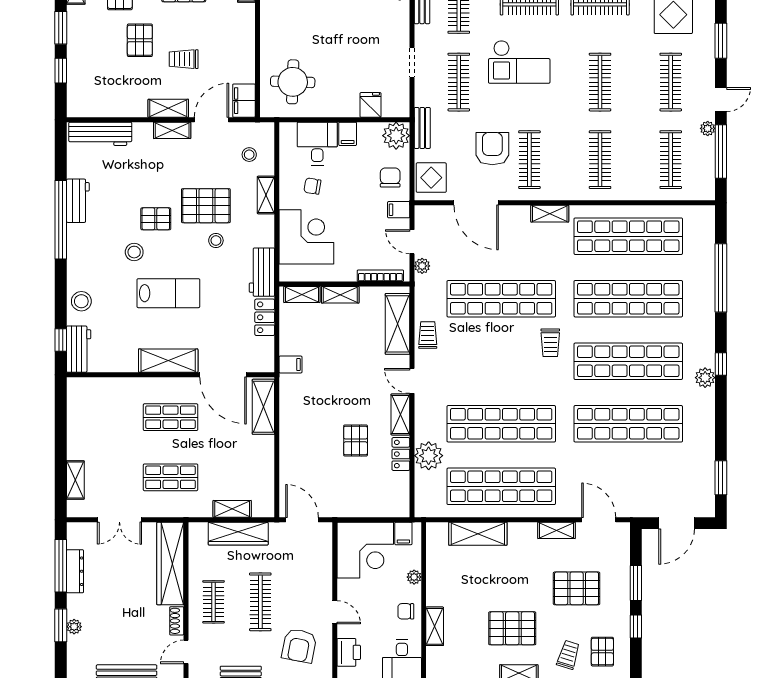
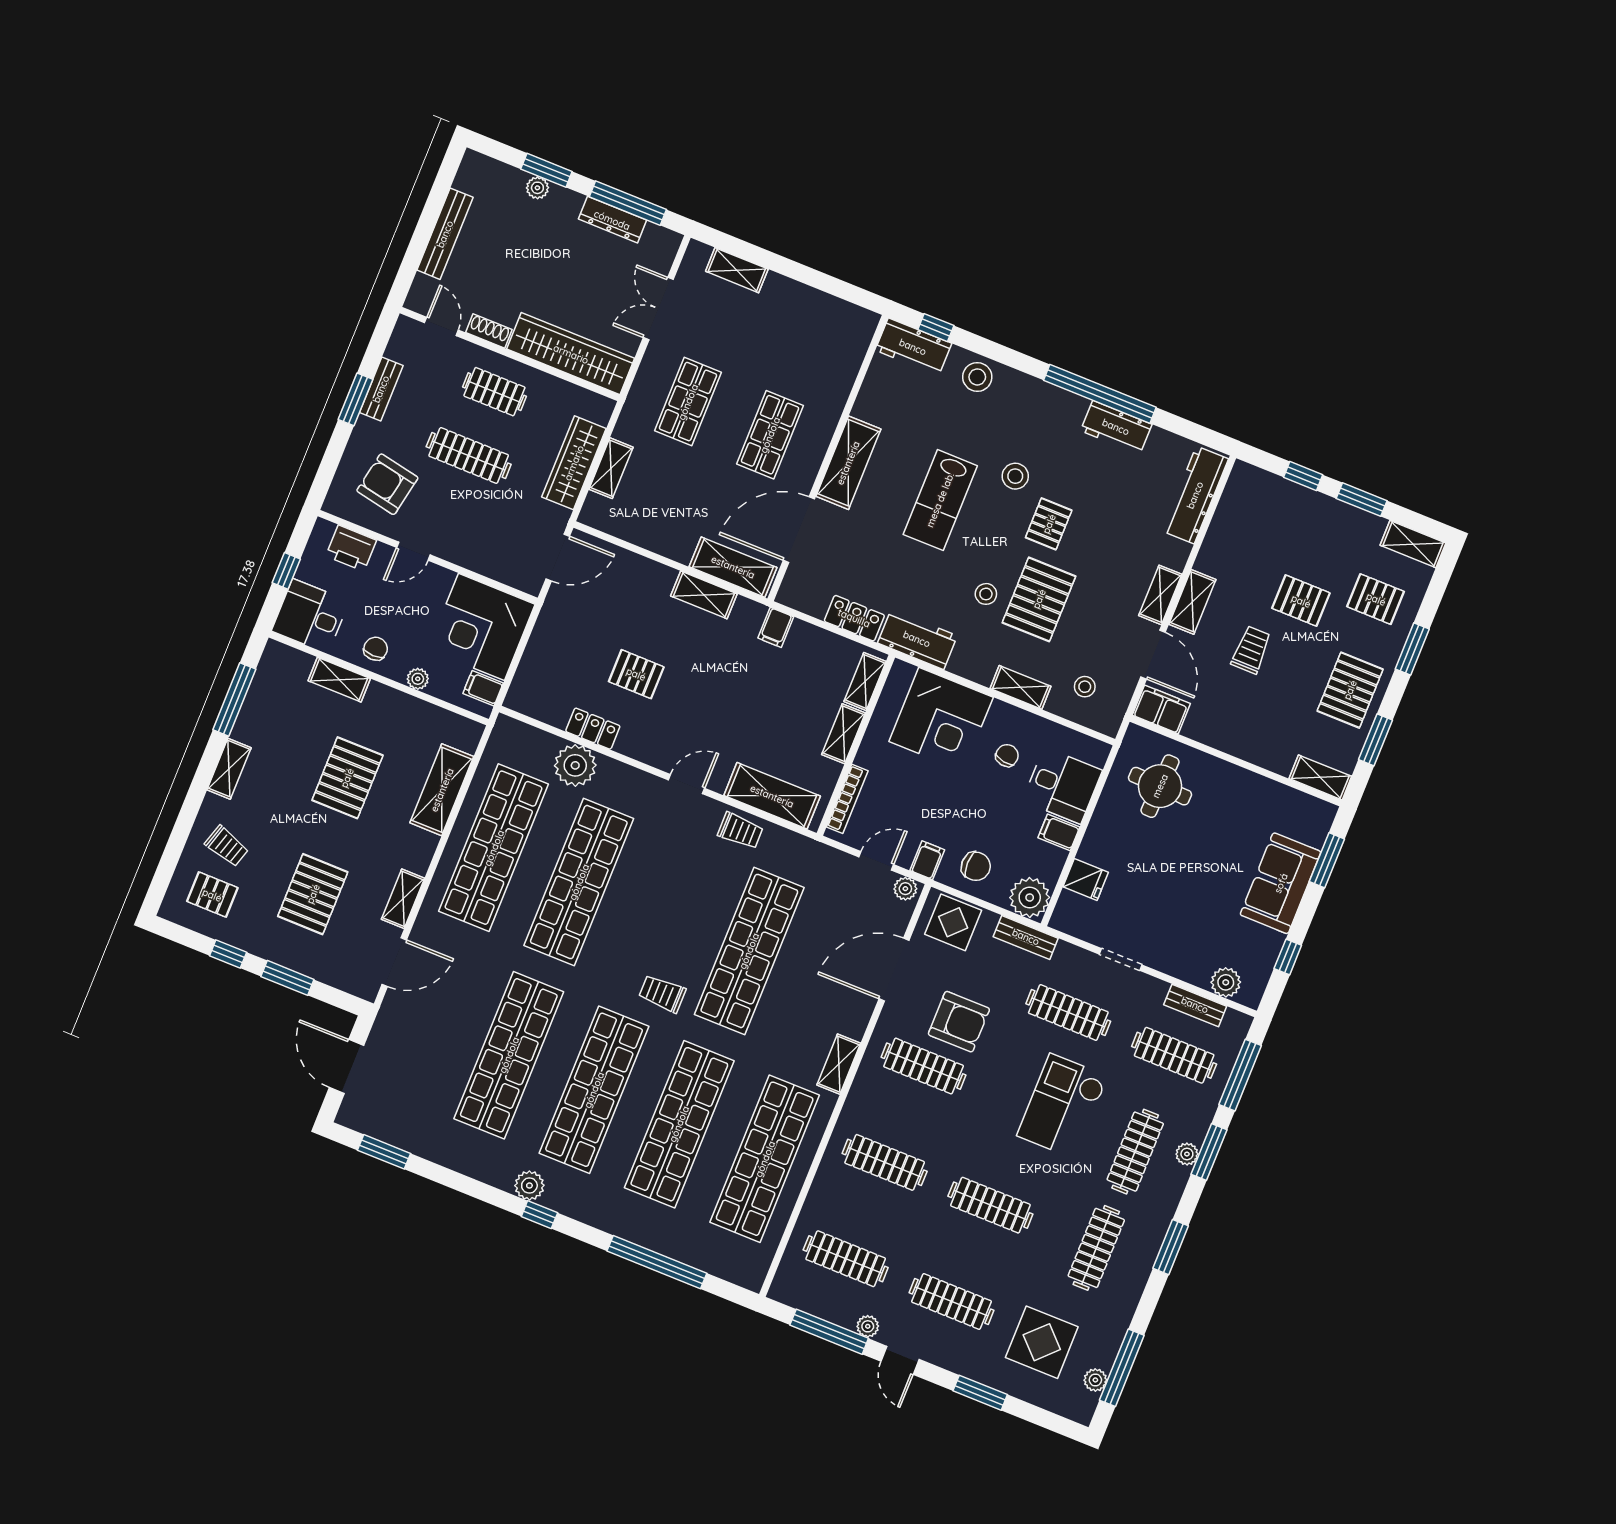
plant: (422, 266) -> (905, 889), moved
shelving: (400, 414) -> (704, 595), moved
pallet: (512, 628) -> (347, 778), moved

